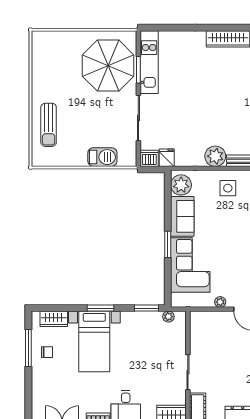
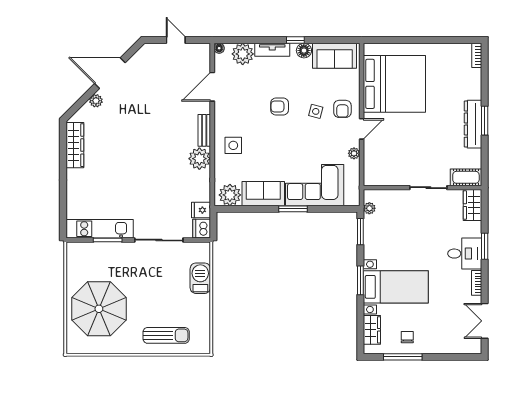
parasol: (108, 66) -> (99, 309), moved

